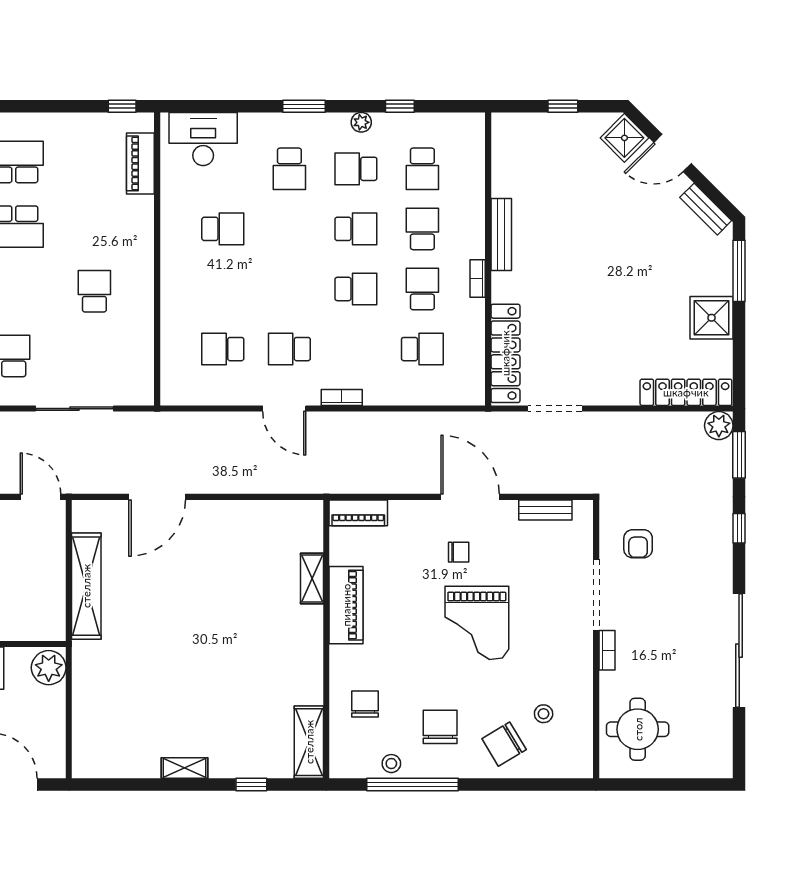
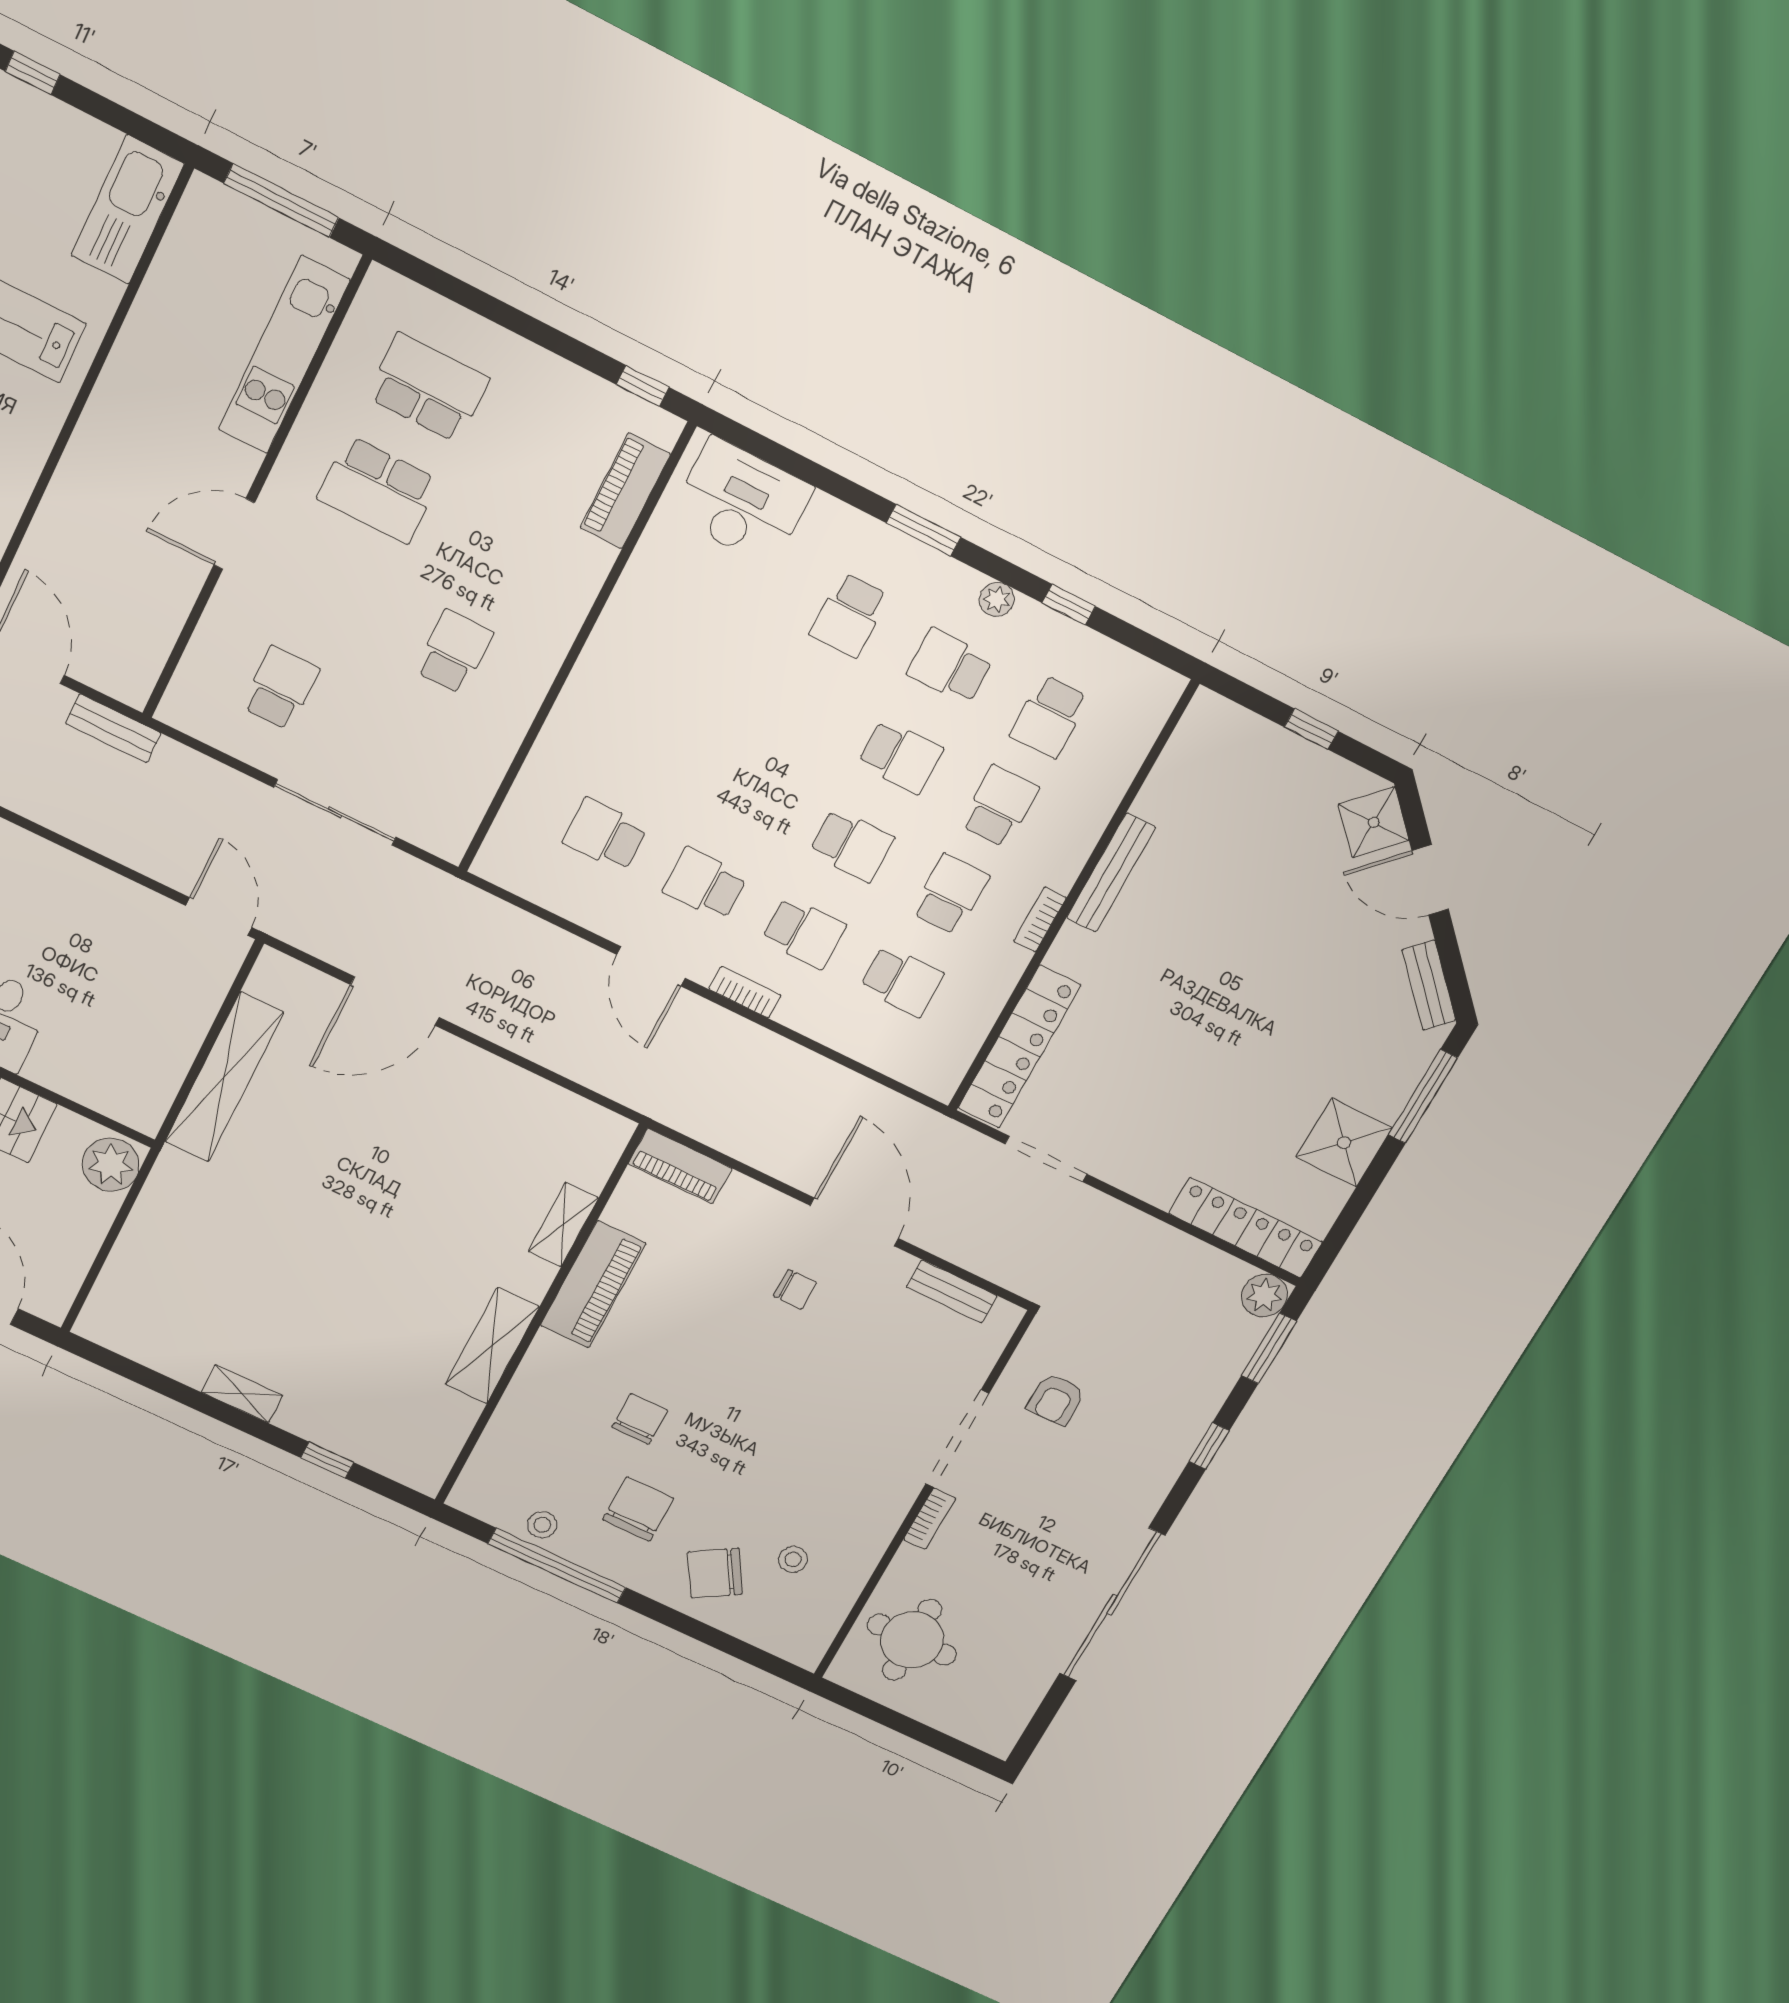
school desk: (223, 229) -> (804, 933), moved
grand piano: (477, 623) -> (767, 1397), removed
chair: (365, 704) -> (640, 1419), moved
shelving: (309, 742) -> (492, 1346), moved

